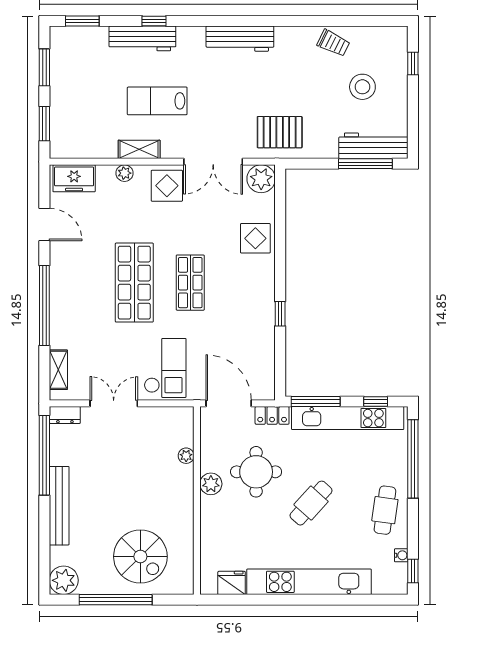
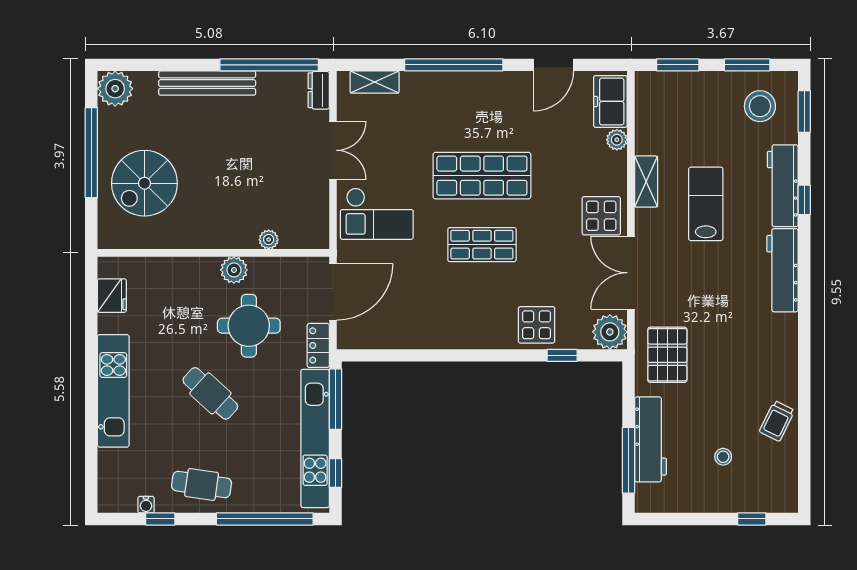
workbench: (240, 39) -> (782, 270), moved
stool: (78, 57) -> (760, 106), added
stool: (362, 87) -> (723, 457), width x0.53, depth x0.53
workbench: (373, 146) -> (650, 439), moved
plant: (125, 173) -> (617, 140), moved
window: (280, 314) -> (562, 355), moved
window: (413, 571) -> (160, 519), moved
kitchen unit: (309, 582) -> (113, 391), width x0.73

